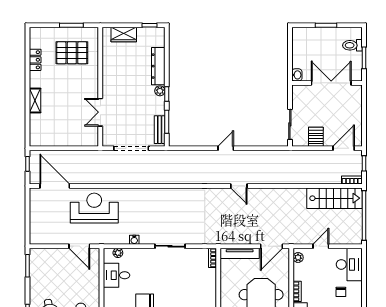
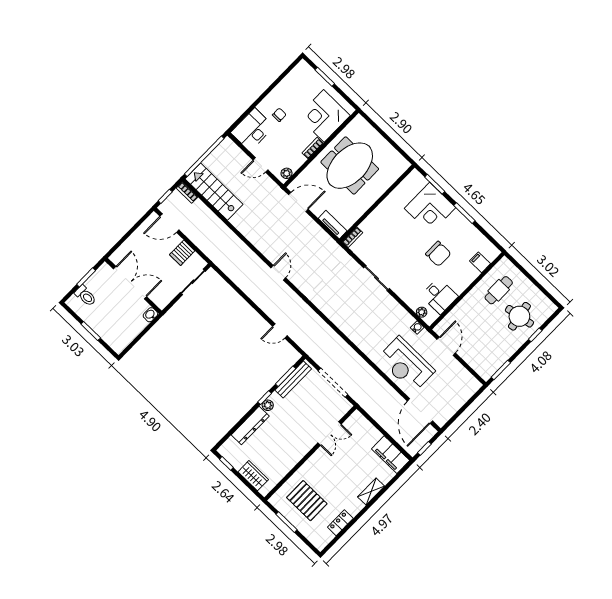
double door: (331, 83) -> (130, 283), swing flipped
bench: (160, 130) -> (293, 379), width x1.36
filing cabinet: (46, 138) -> (391, 455), added
door: (226, 148) -> (280, 331), moved
water cooler: (134, 240) -> (417, 327), moved
tv unit: (240, 253) -> (333, 225), width x0.71

